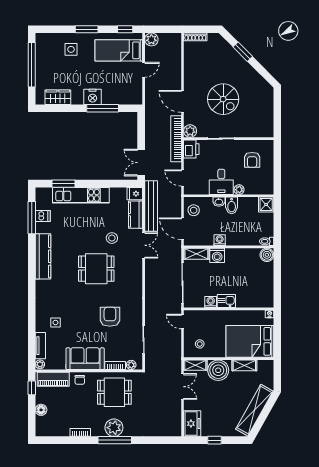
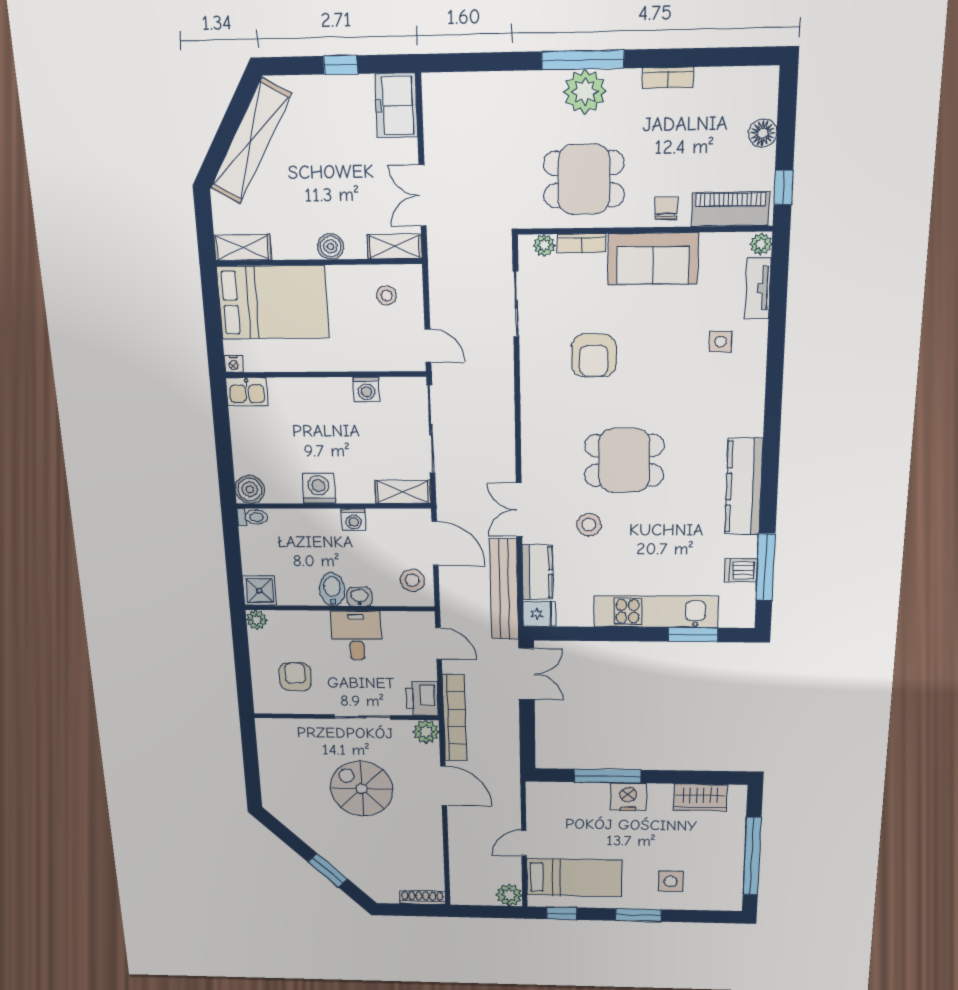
plant: (239, 190) -> (256, 620), moved
washing machine: (217, 255) -> (319, 488), moved
kitchen sink: (226, 301) -> (247, 392), moved
shelving: (244, 365) -> (243, 248), moved
boiler: (218, 370) -> (331, 246), width x0.54, depth x0.54

